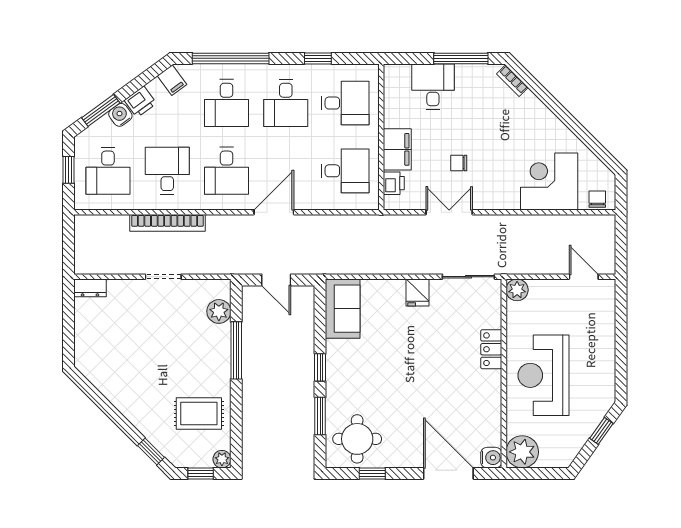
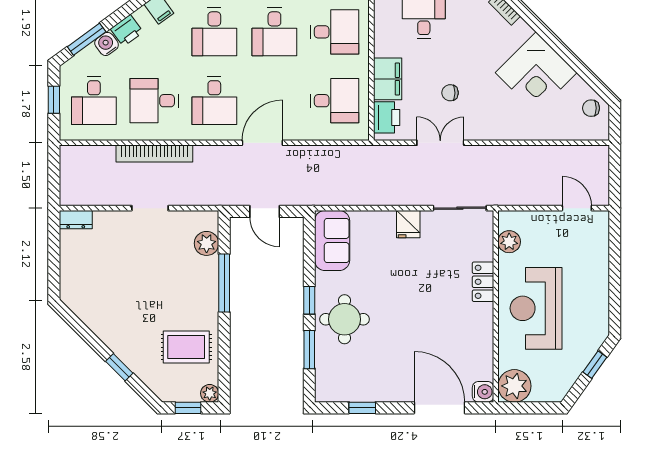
desk: (167, 171) -> (154, 101), turned -90
corner desk: (549, 181) -> (536, 73), moved, turned -135
printer: (394, 183) -> (387, 117), width x1.36, depth x1.24
chair: (597, 199) -> (591, 108), moved, turned -90
plant: (517, 290) -> (509, 242), moved
round table: (357, 439) -> (344, 319), moved
window: (151, 451) -> (119, 367), moved

